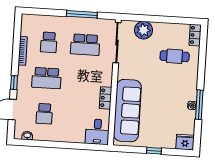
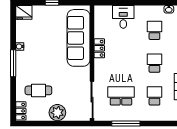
plant: (143, 30) -> (57, 113), moved
school desk: (47, 78) -> (154, 63), width x0.54
window: (199, 105) -> (13, 63), moved
desk: (97, 132) -> (123, 17), moved

